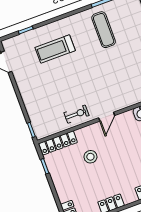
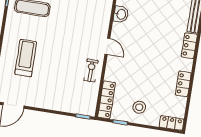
treadmill: (55, 49) -> (26, 58), turned 180
stool: (90, 157) -> (139, 107), moved

